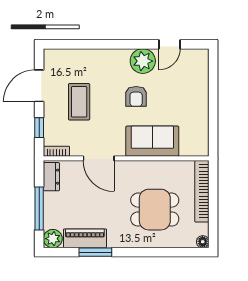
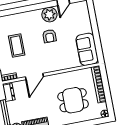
sofa: (152, 141) -> (87, 49), moved, turned -90
door: (99, 158) -> (34, 77), hinge flipped

